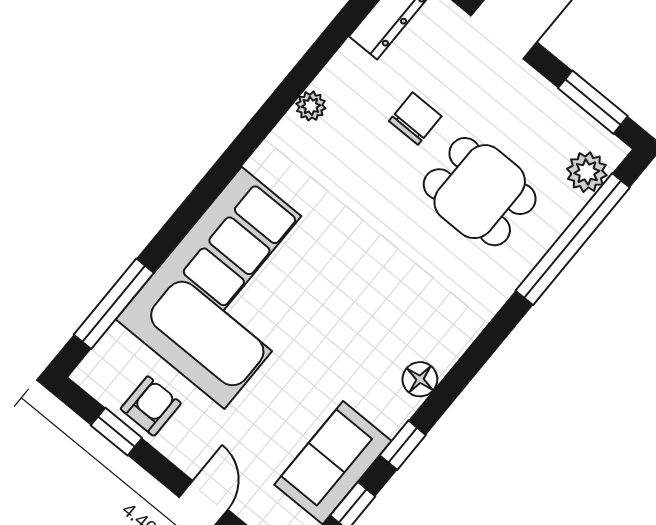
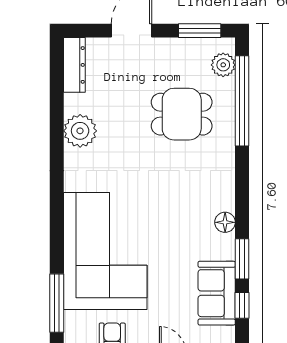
plant: (311, 106) -> (80, 131), width x1.88, depth x1.88
chair: (415, 119) -> (125, 105), removed
window: (403, 445) -> (242, 259), width x1.50

